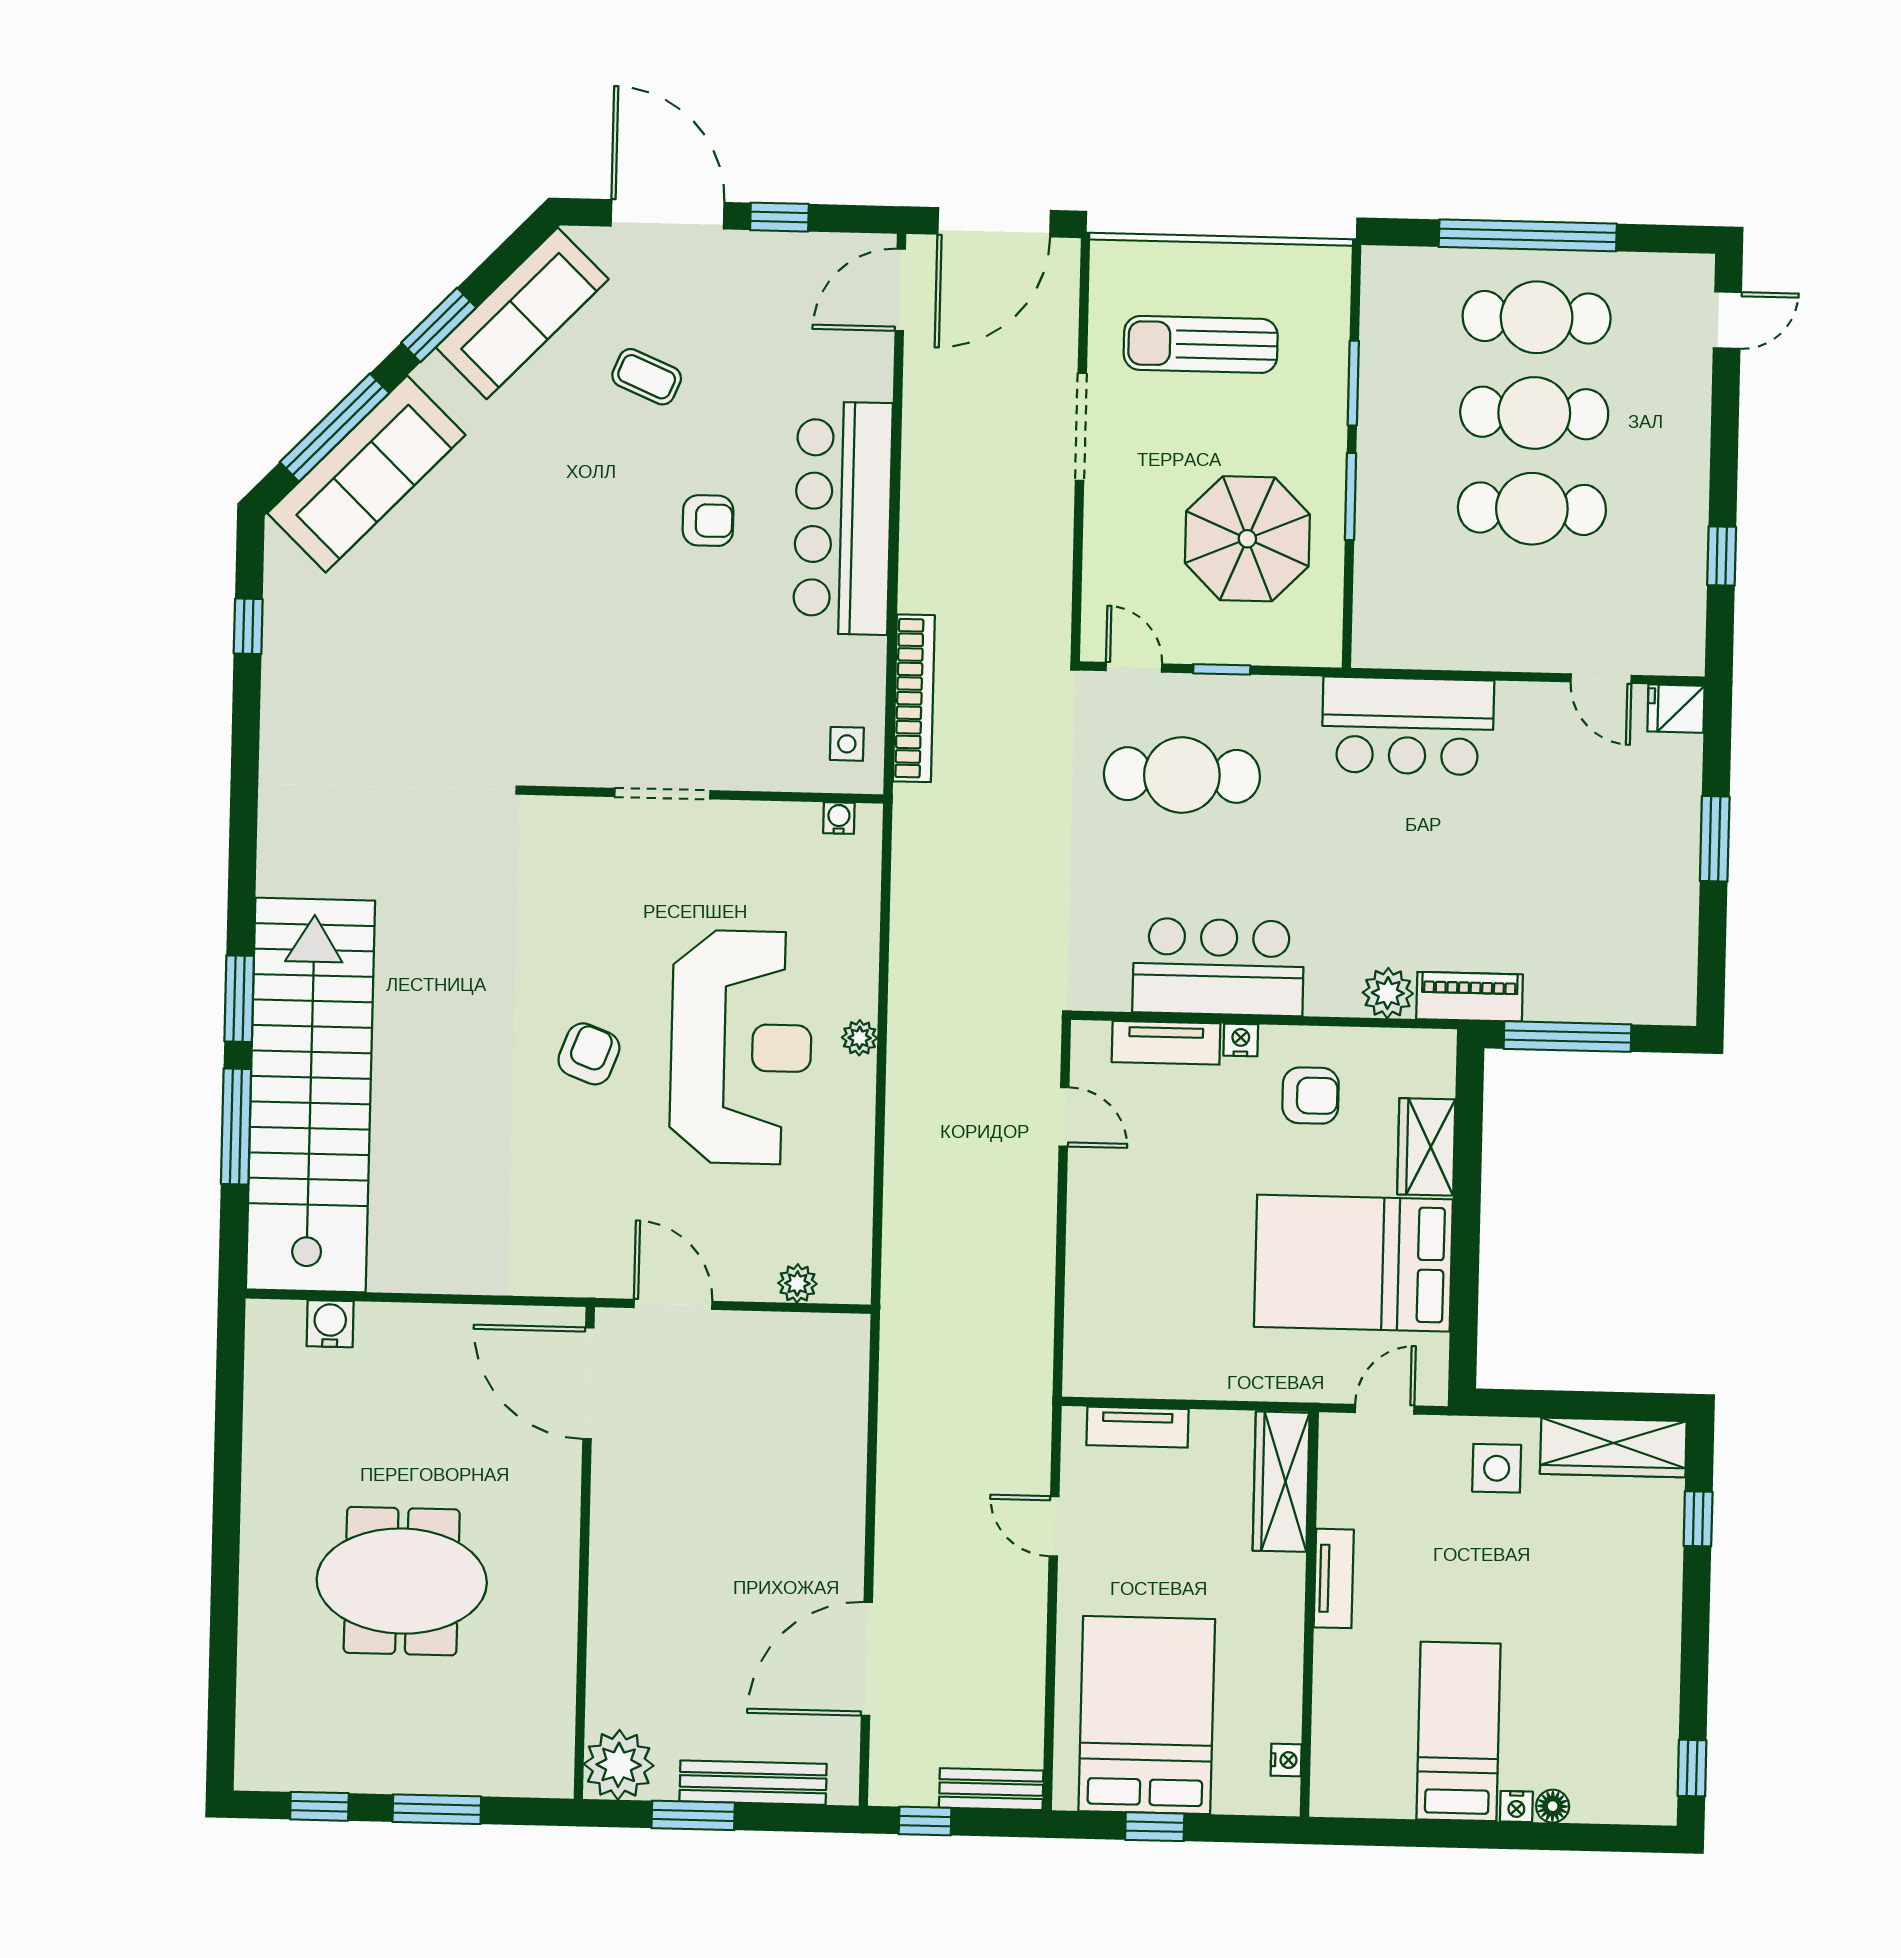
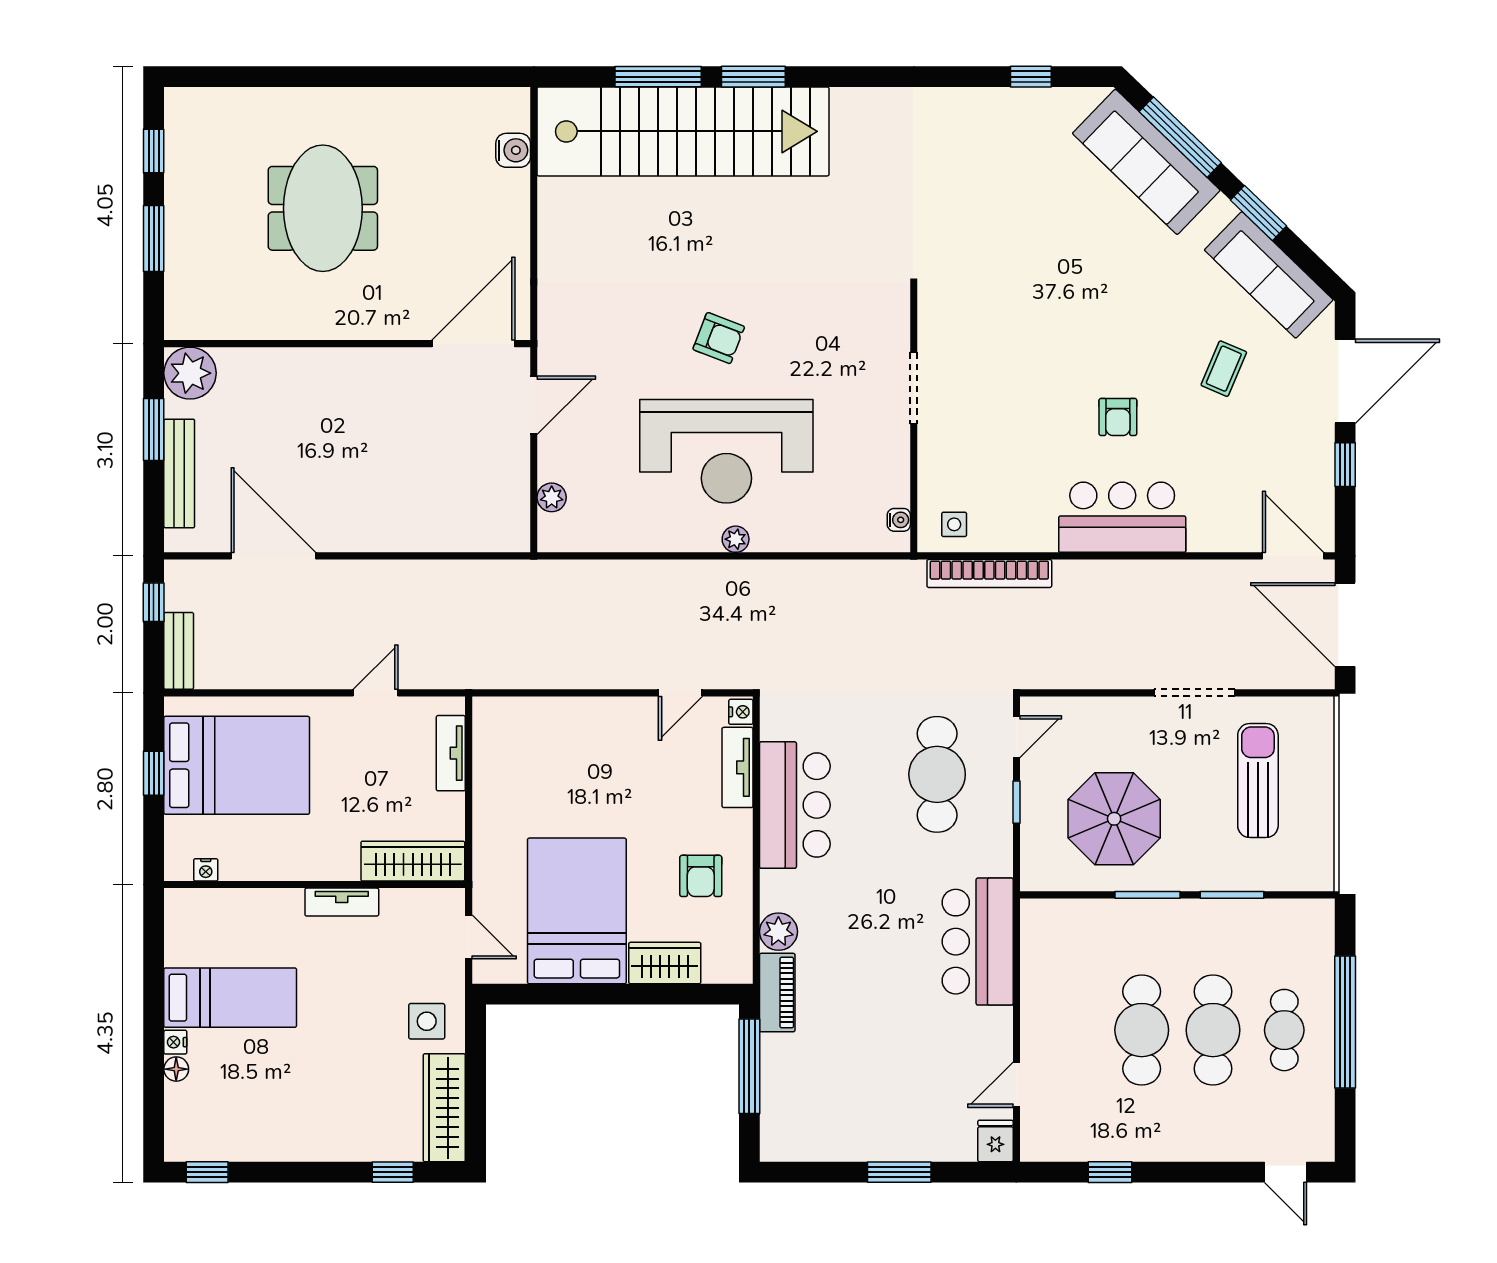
cafe table: (1537, 317) -> (1284, 1030), width x0.73, depth x0.74
bar counter: (843, 518) -> (1122, 517), width x0.73
nightstand: (1241, 1040) -> (741, 712), moved

